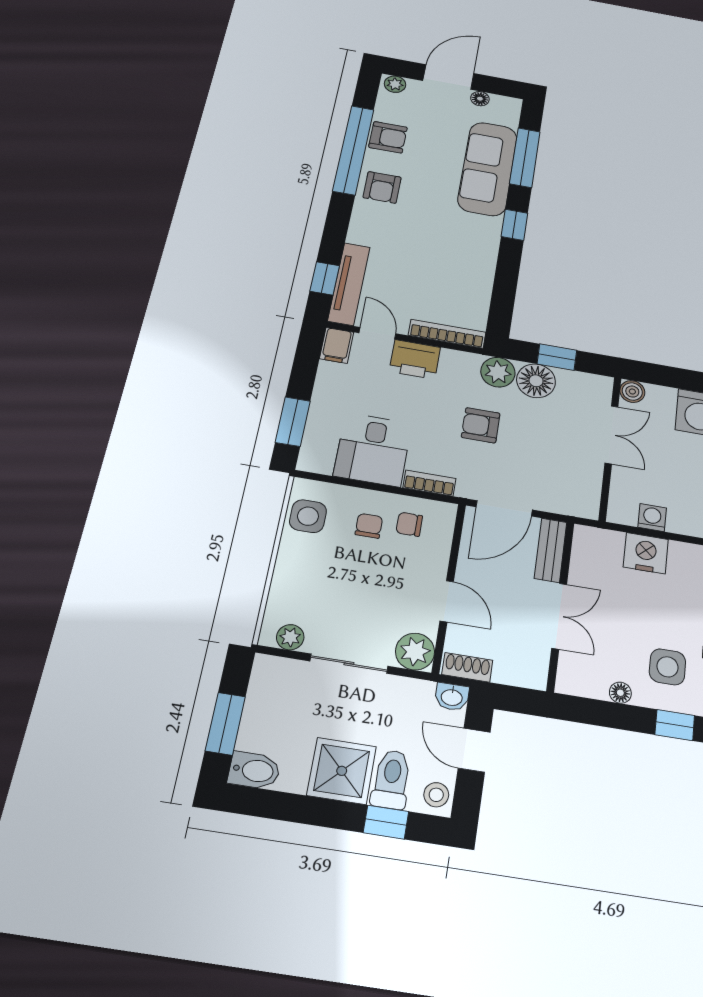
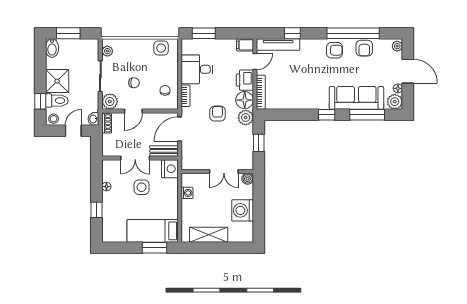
plant: (506, 108) -> (395, 102), added
armchair: (382, 187) -> (334, 50), turned 180
window: (325, 278) -> (292, 33), moved
floor lamp: (536, 381) -> (245, 100), moved
door: (504, 508) -> (180, 129), hinge flipped
chair: (369, 526) -> (134, 83), moved
nightstand: (646, 553) -> (170, 169), moved
side table: (667, 667) -> (142, 187), moved

